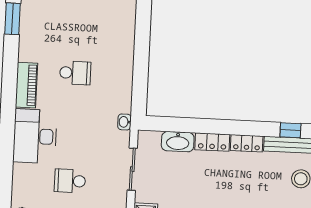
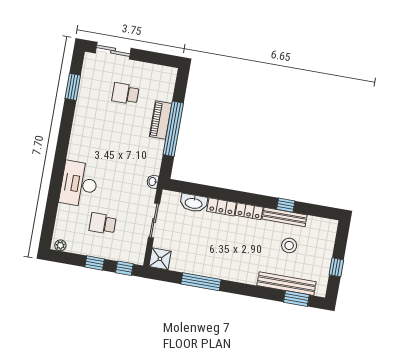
window: (141, 54) -> (173, 129), added
school desk: (75, 73) -> (126, 94), moved, turned 180
piano: (27, 85) -> (161, 120), moved, turned 180

